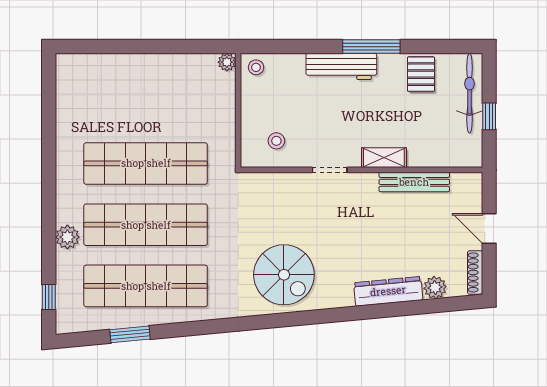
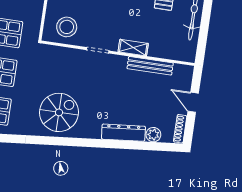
window: (489, 116) -> (204, 31), removed
stool: (276, 141) -> (67, 27), width x1.89, depth x1.89
spiral stairs: (284, 275) -> (59, 112), turned -90

